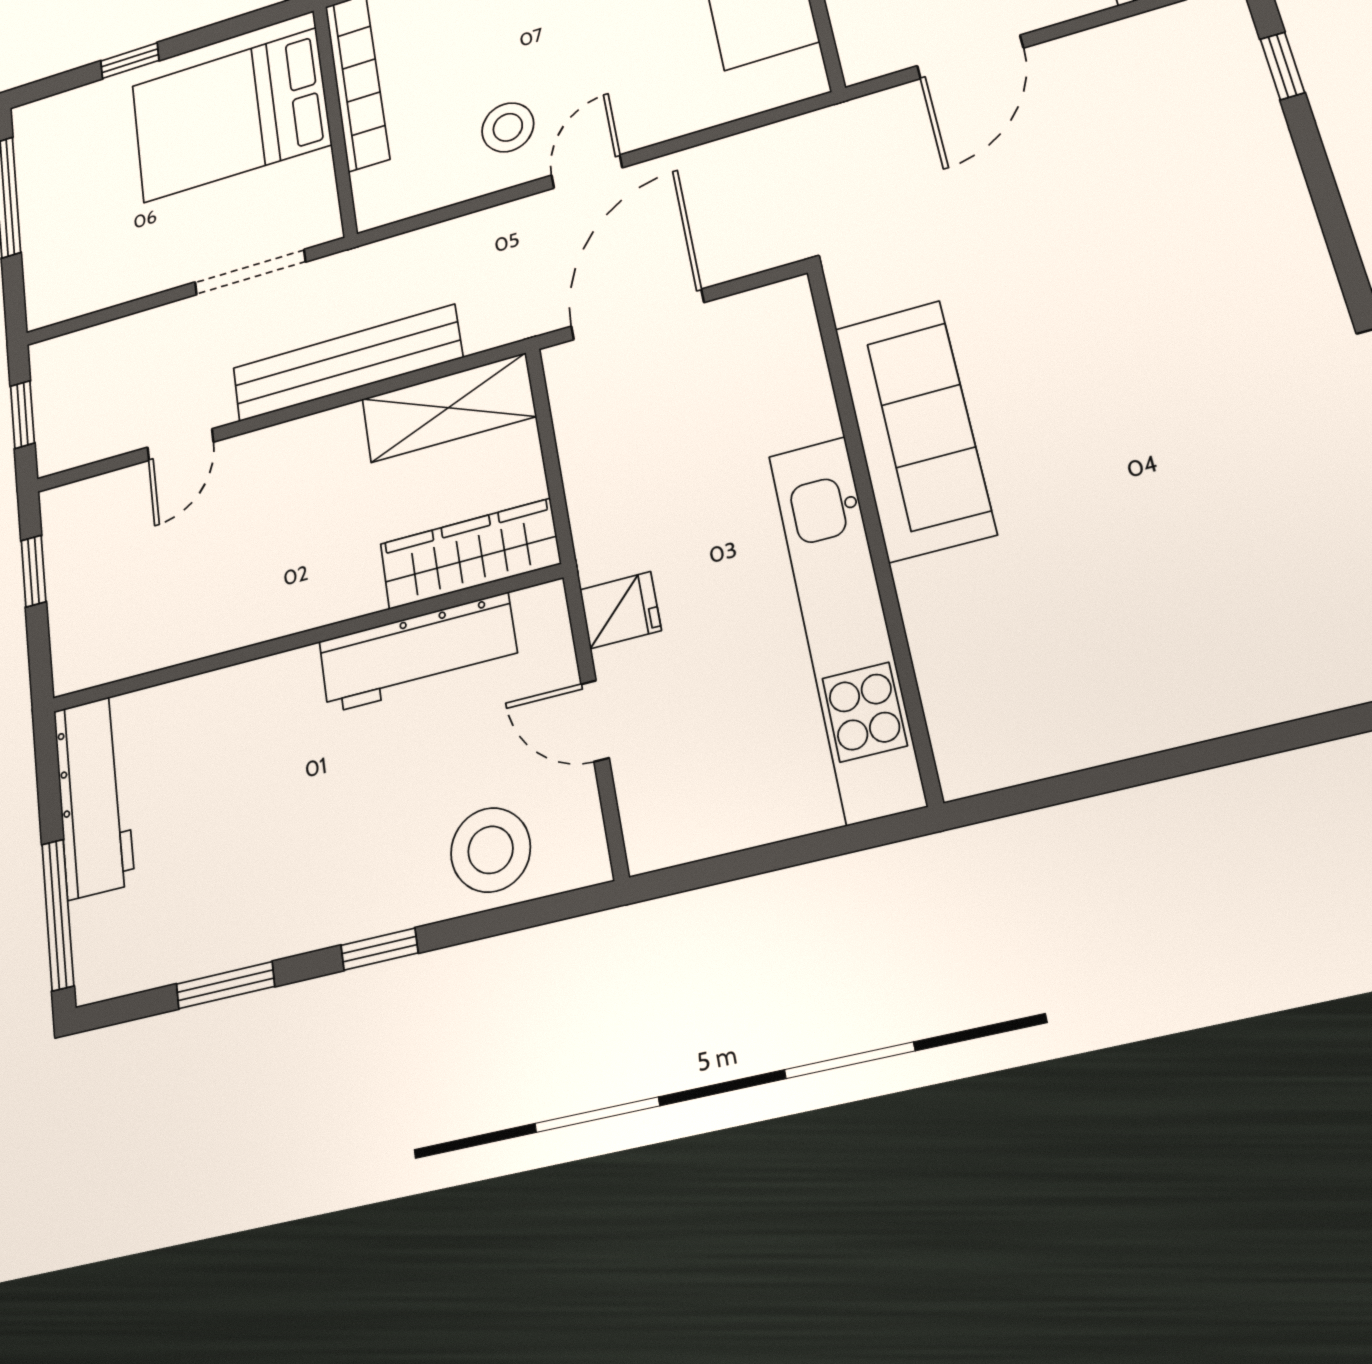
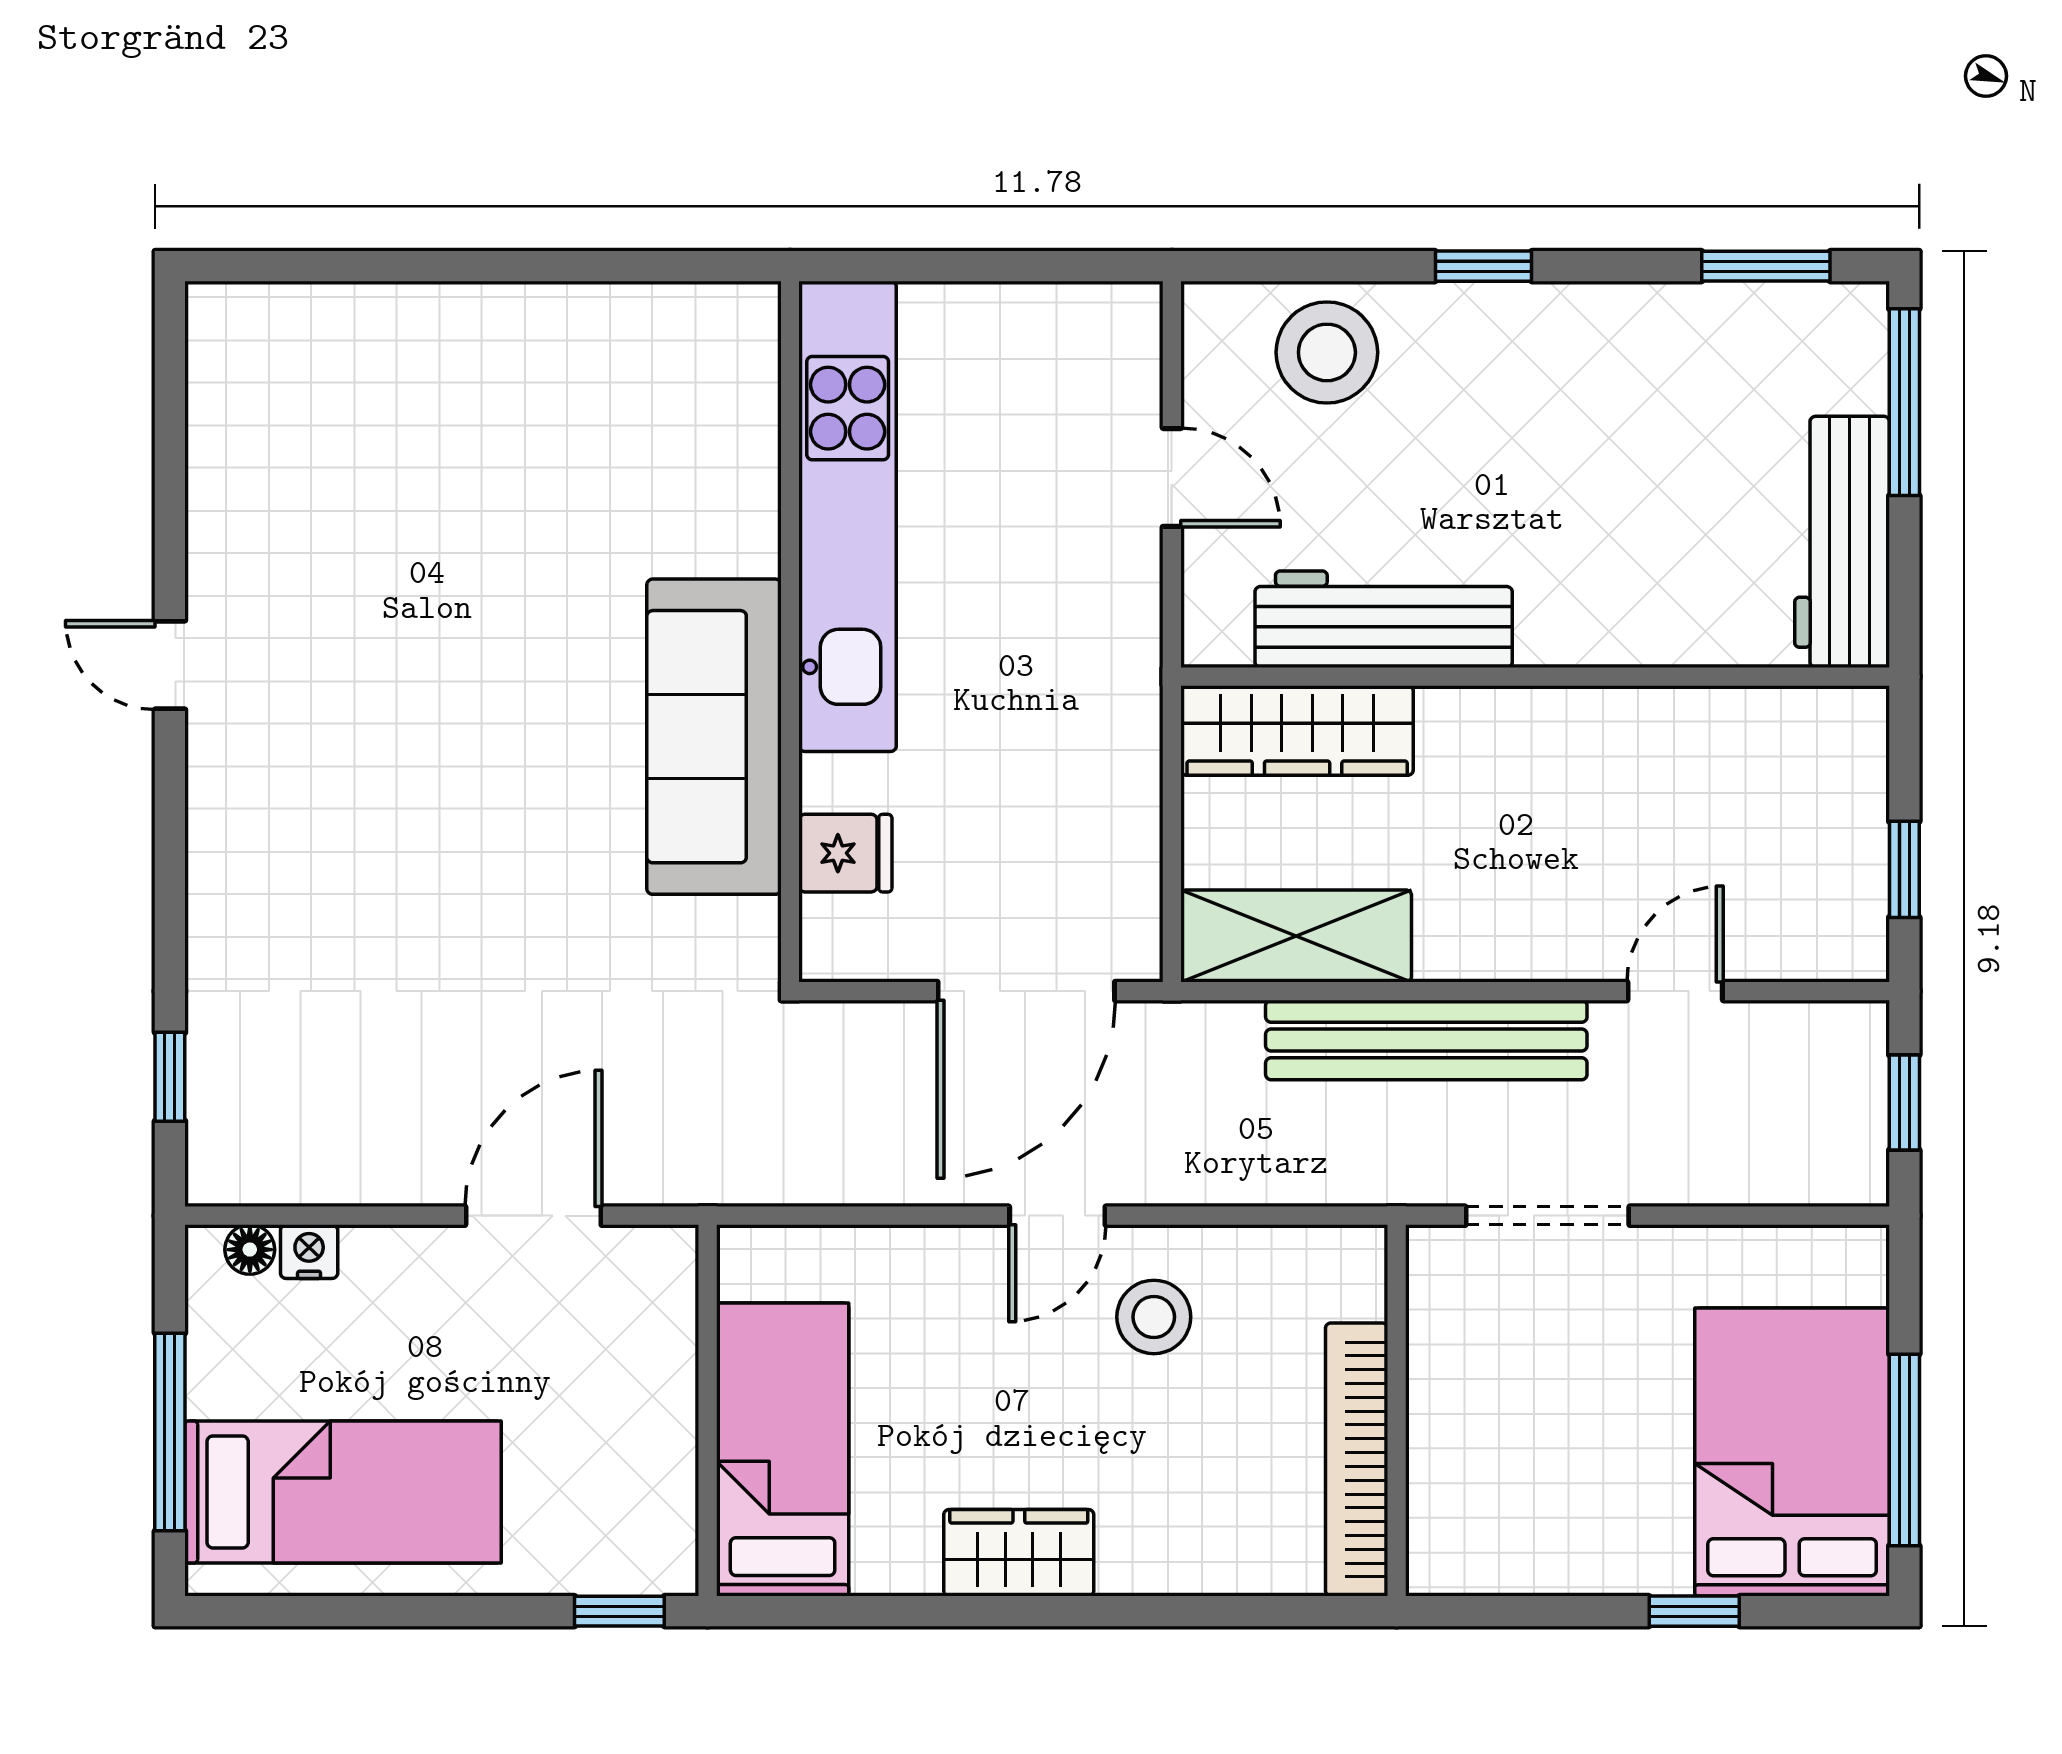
bed: (230, 115) -> (1792, 1452), moved, turned -90
fridge: (620, 610) -> (845, 853), moved, turned 180
window: (225, 985) -> (1766, 266), moved

